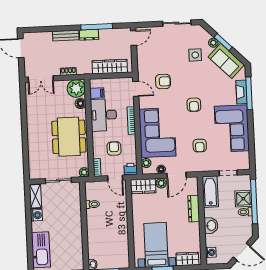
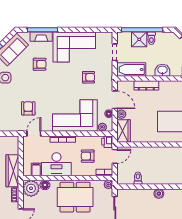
wardrobe: (110, 67) -> (12, 171), moved
armchair: (194, 105) -> (40, 64), moved
boiler: (77, 228) -> (159, 194), added

